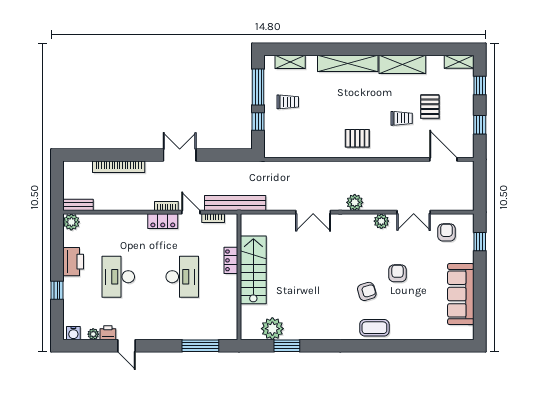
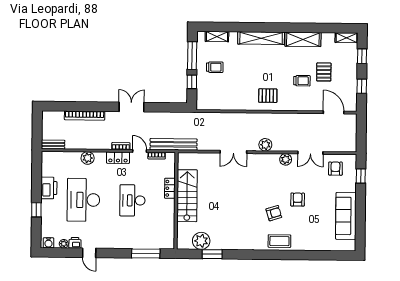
plant: (71, 222) -> (88, 158), moved
desk: (118, 277) -> (83, 200), width x1.36, depth x1.30
desk: (182, 277) -> (132, 200), turned 180

